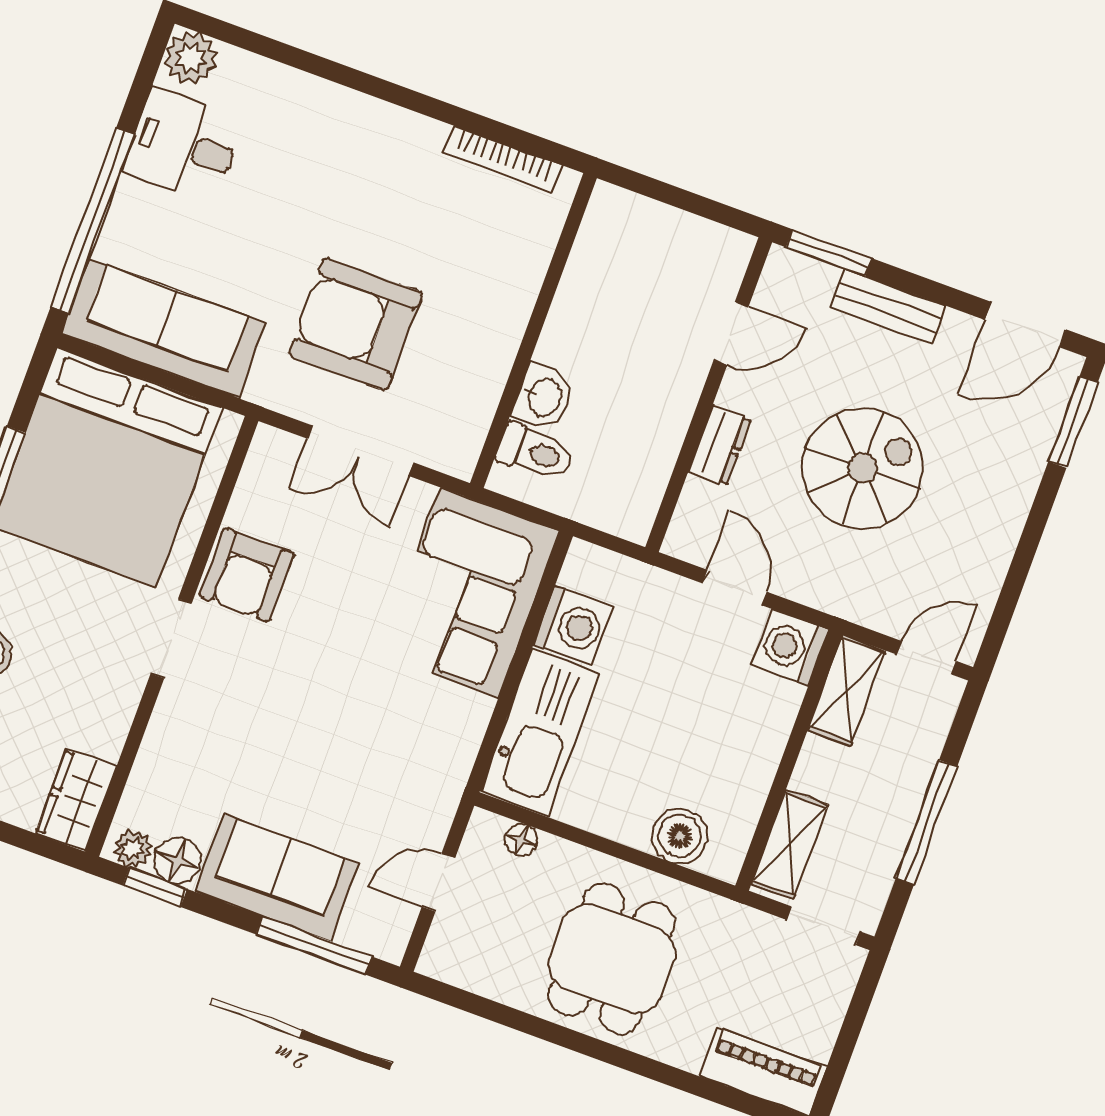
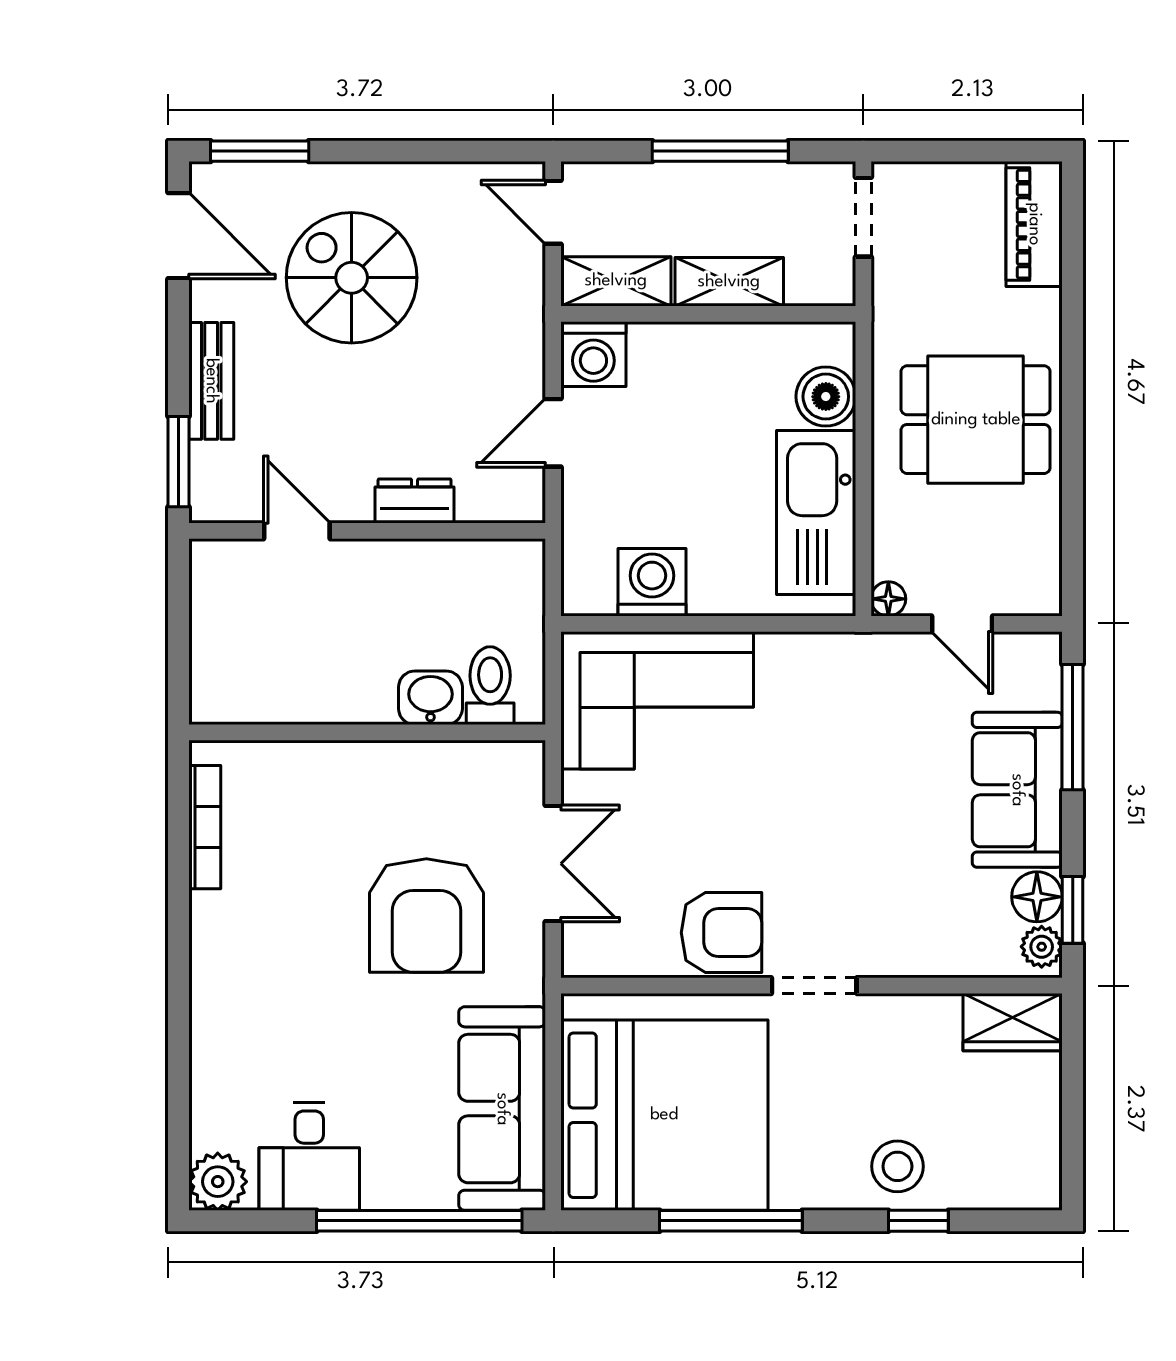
spiral stairs: (862, 468) -> (352, 278), moved
kitchen sink: (540, 732) -> (816, 513), moved, turned -90
floor lamp: (521, 840) -> (888, 599), moved
shelving: (790, 844) -> (729, 282), moved

